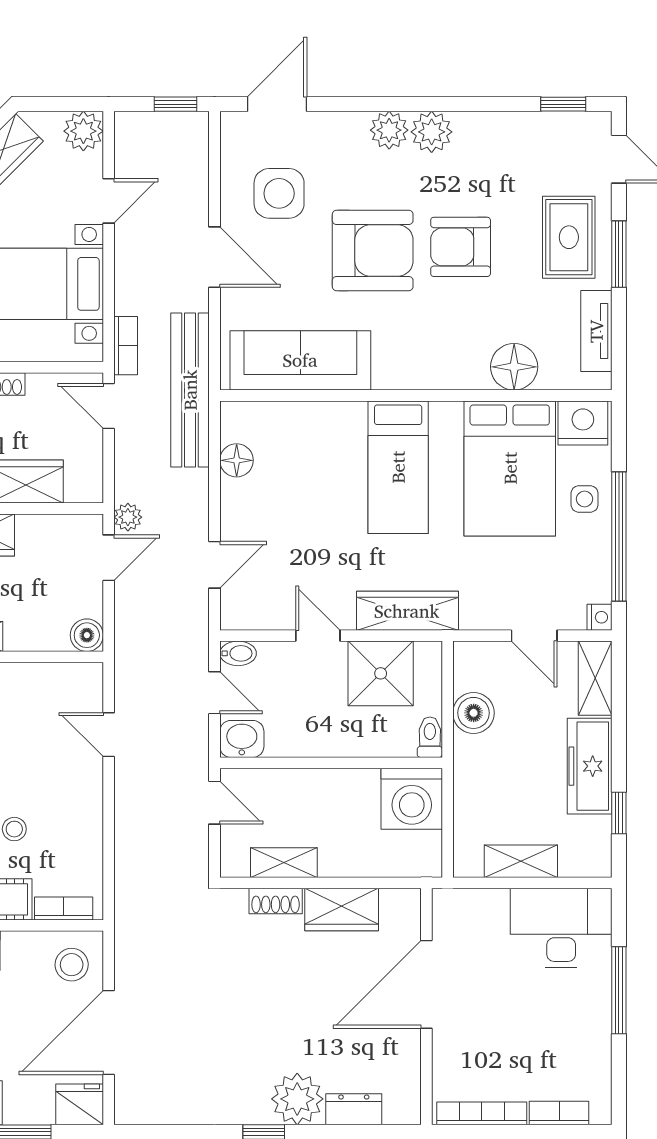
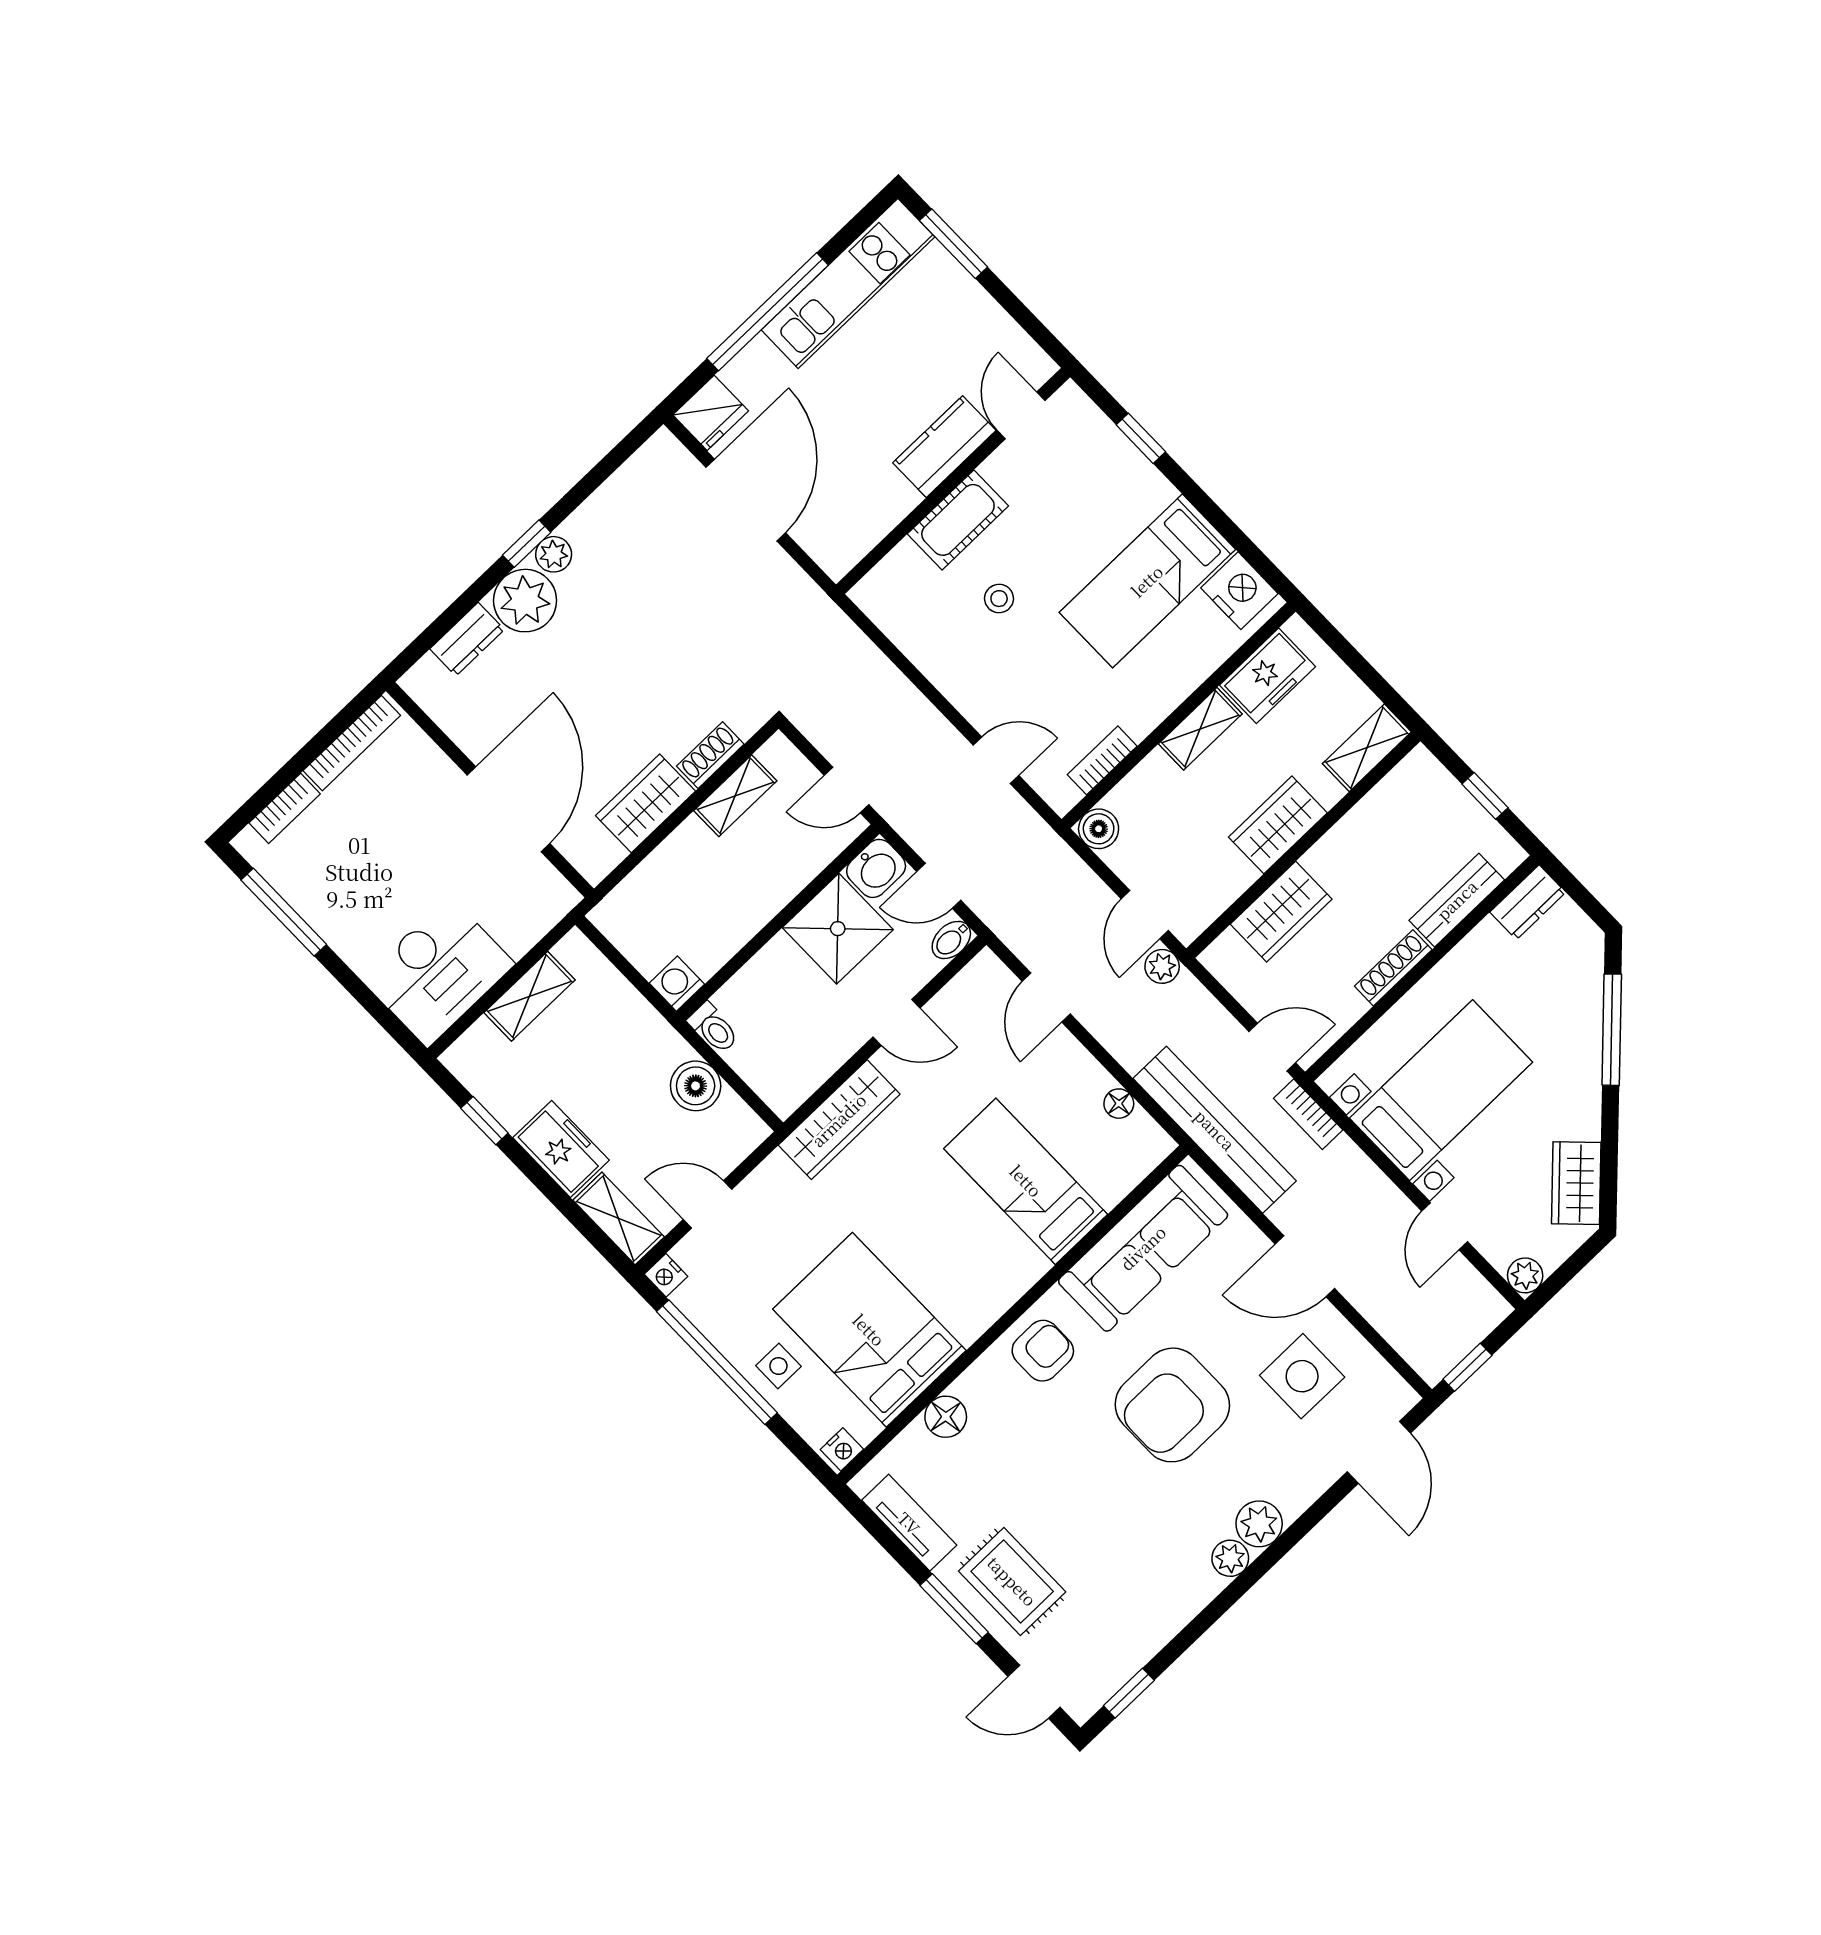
plant: (83, 131) -> (1525, 1275), width x0.73, depth x0.73
plant: (432, 132) -> (1230, 1558), width x0.73, depth x0.73
armchair: (461, 247) -> (1043, 1351), moved, width x0.72, depth x0.72
floor lamp: (514, 367) -> (946, 1417), width x0.73, depth x0.73
nightstand: (583, 423) -> (842, 1449), width x0.53, depth x0.56
floor lamp: (237, 460) -> (1119, 1104), width x0.73, depth x0.73
bed: (398, 467) -> (1026, 1181), moved
shower: (381, 673) -> (838, 929), moved
freezer: (590, 766) -> (561, 1149), width x0.71
washing machine: (412, 799) -> (677, 984), width x0.53, depth x0.53
bookcase: (64, 908) -> (1102, 760), moved, turned 180
stool: (72, 965) -> (835, 528), removed
window: (619, 990) -> (284, 912), moved
plant: (254, 1110) -> (554, 554), added

